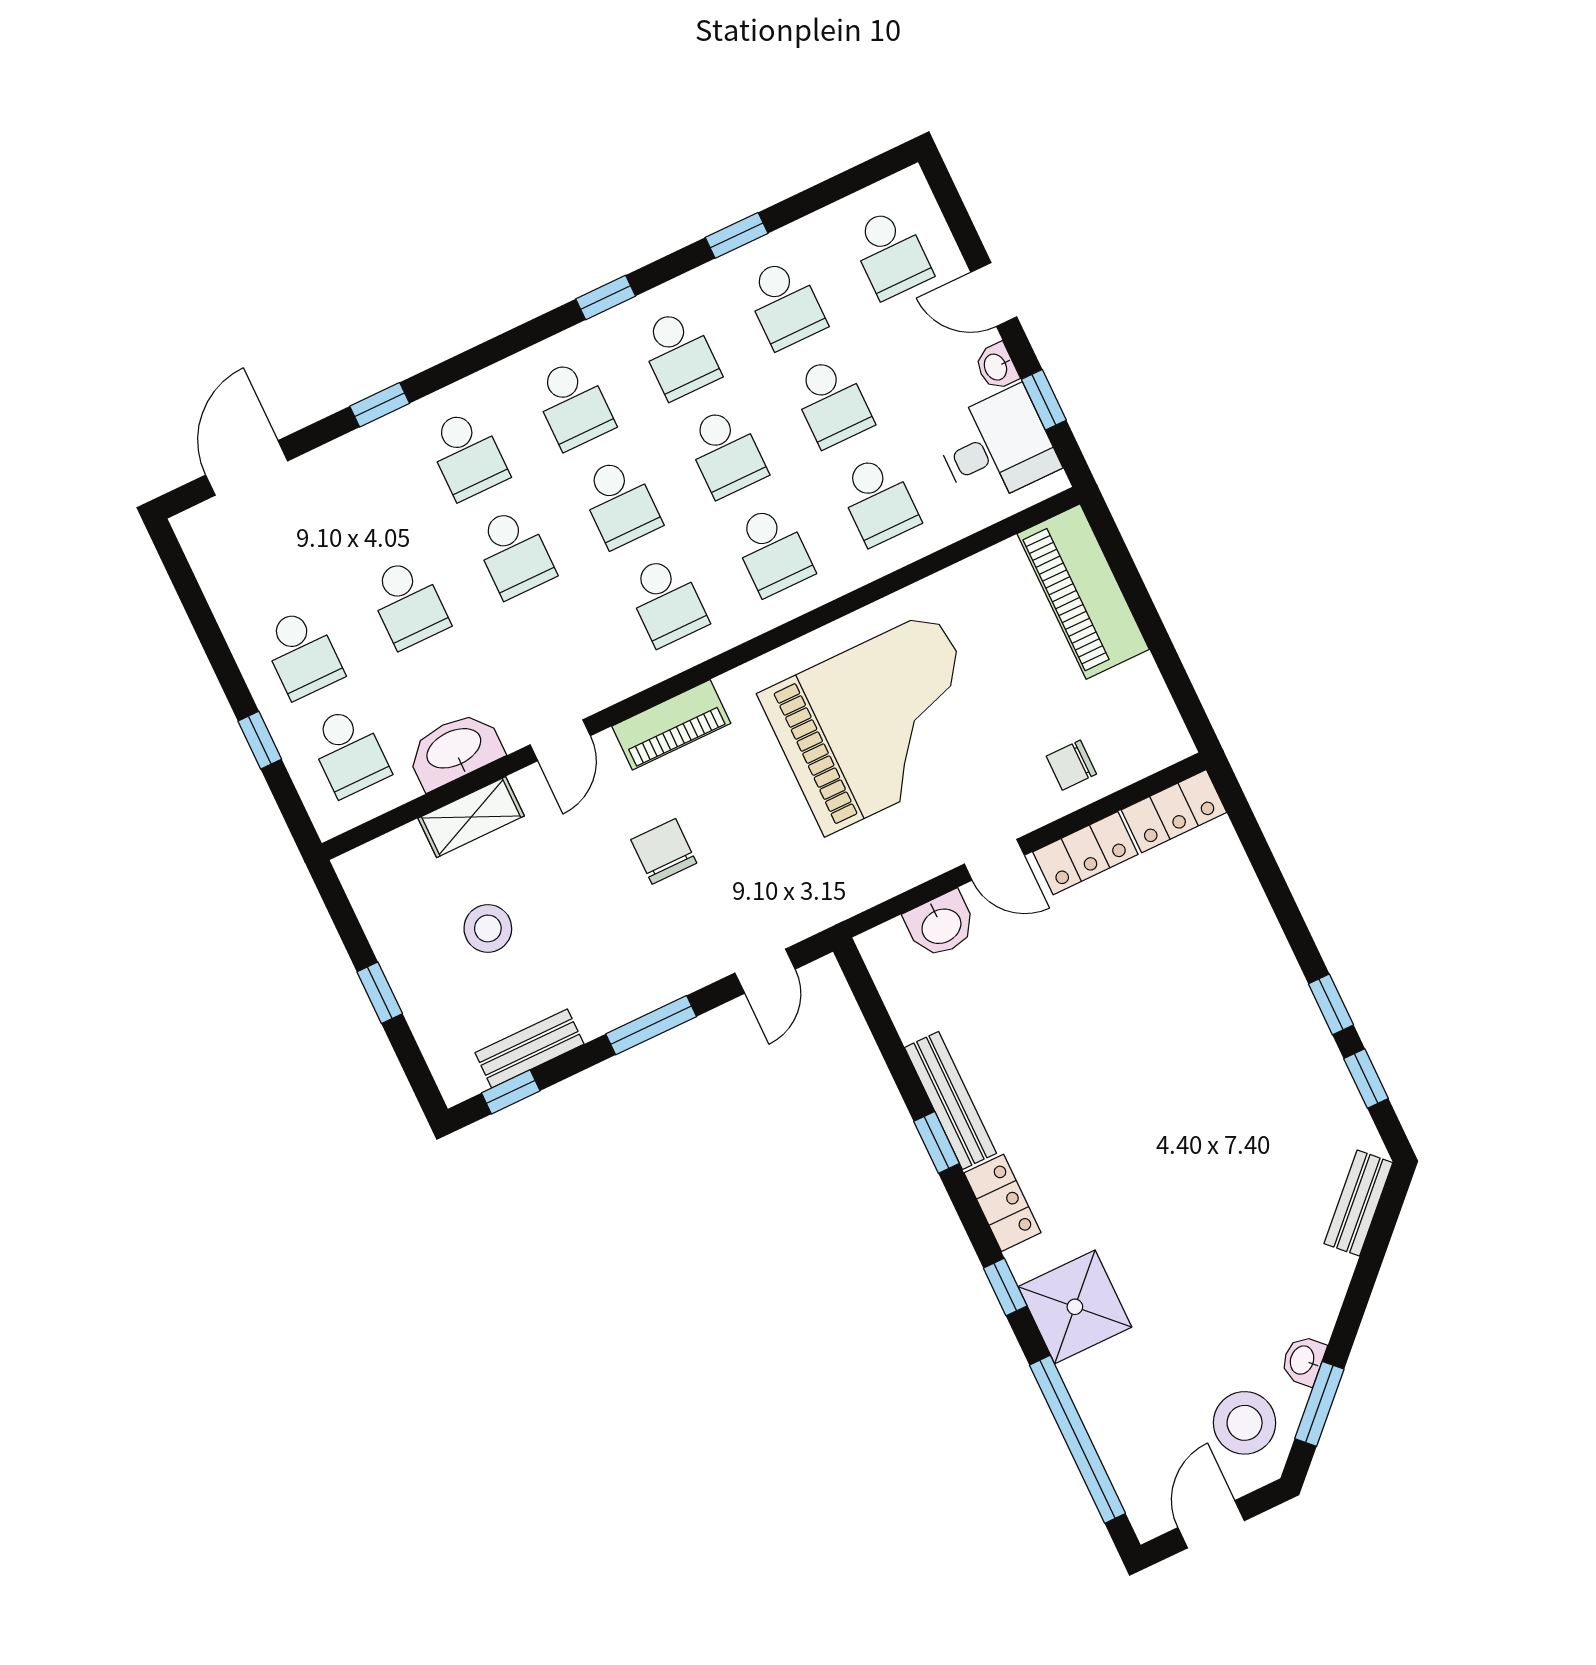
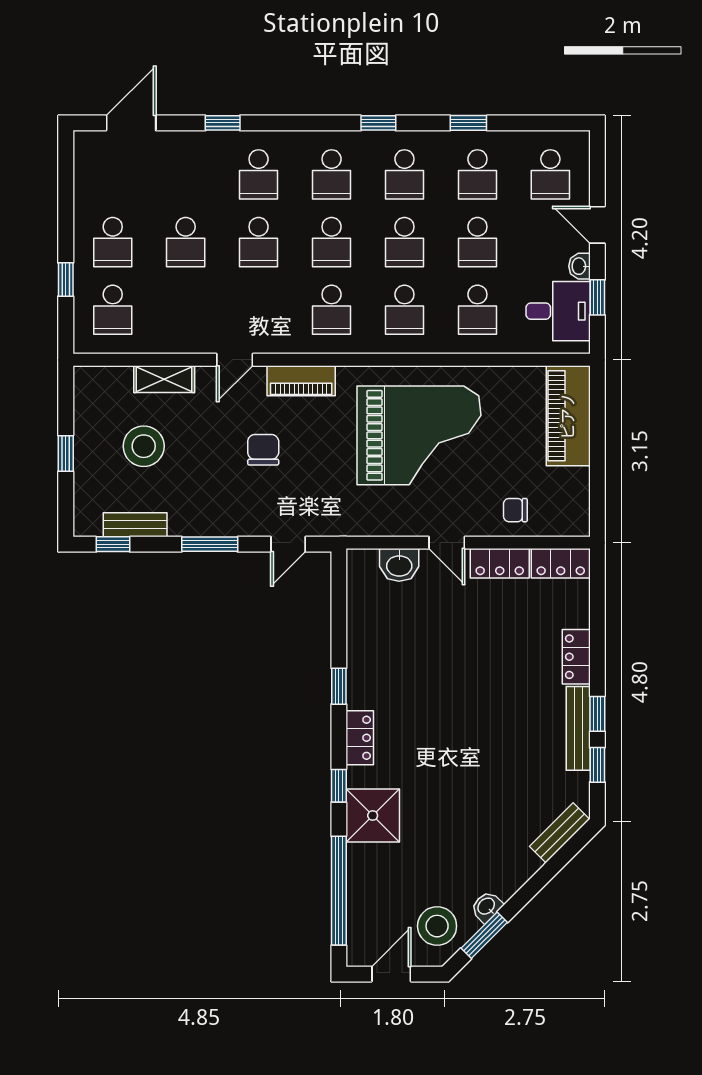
washbasin: (455, 750) -> (173, 337), removed
stool: (488, 928) -> (144, 446), width x1.38, depth x1.38
locker: (1261, 936) -> (576, 657), added
bench: (950, 1100) -> (578, 728), moved

